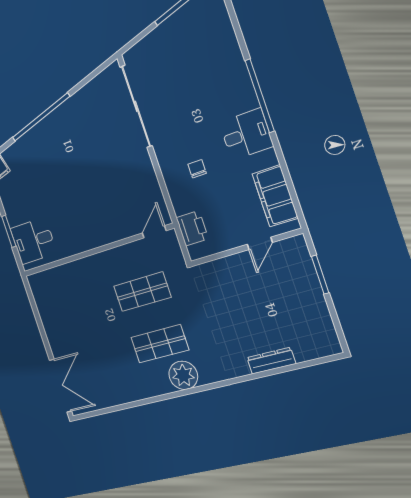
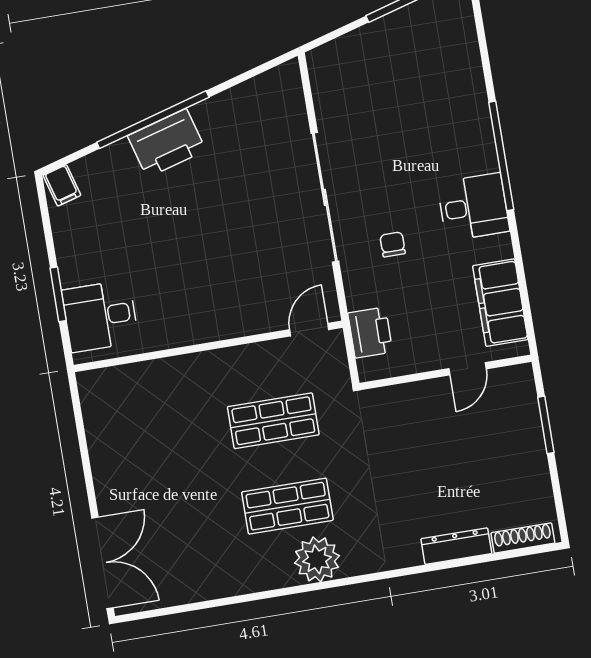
sliding door: (136, 106) -> (325, 197), moved
printer: (51, 130) -> (167, 143), added
shoe rack: (316, 352) -> (523, 538), added

